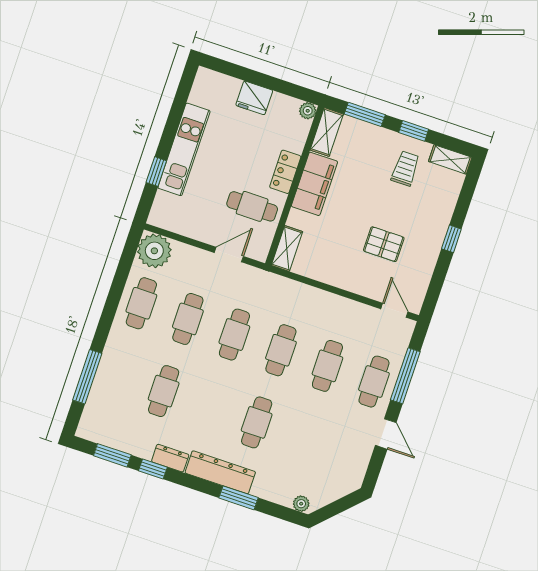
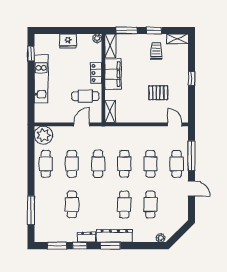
window: (156, 172) -> (31, 54), moved
cafe table: (303, 438) -> (150, 204), added
window: (239, 498) -> (110, 246), moved

